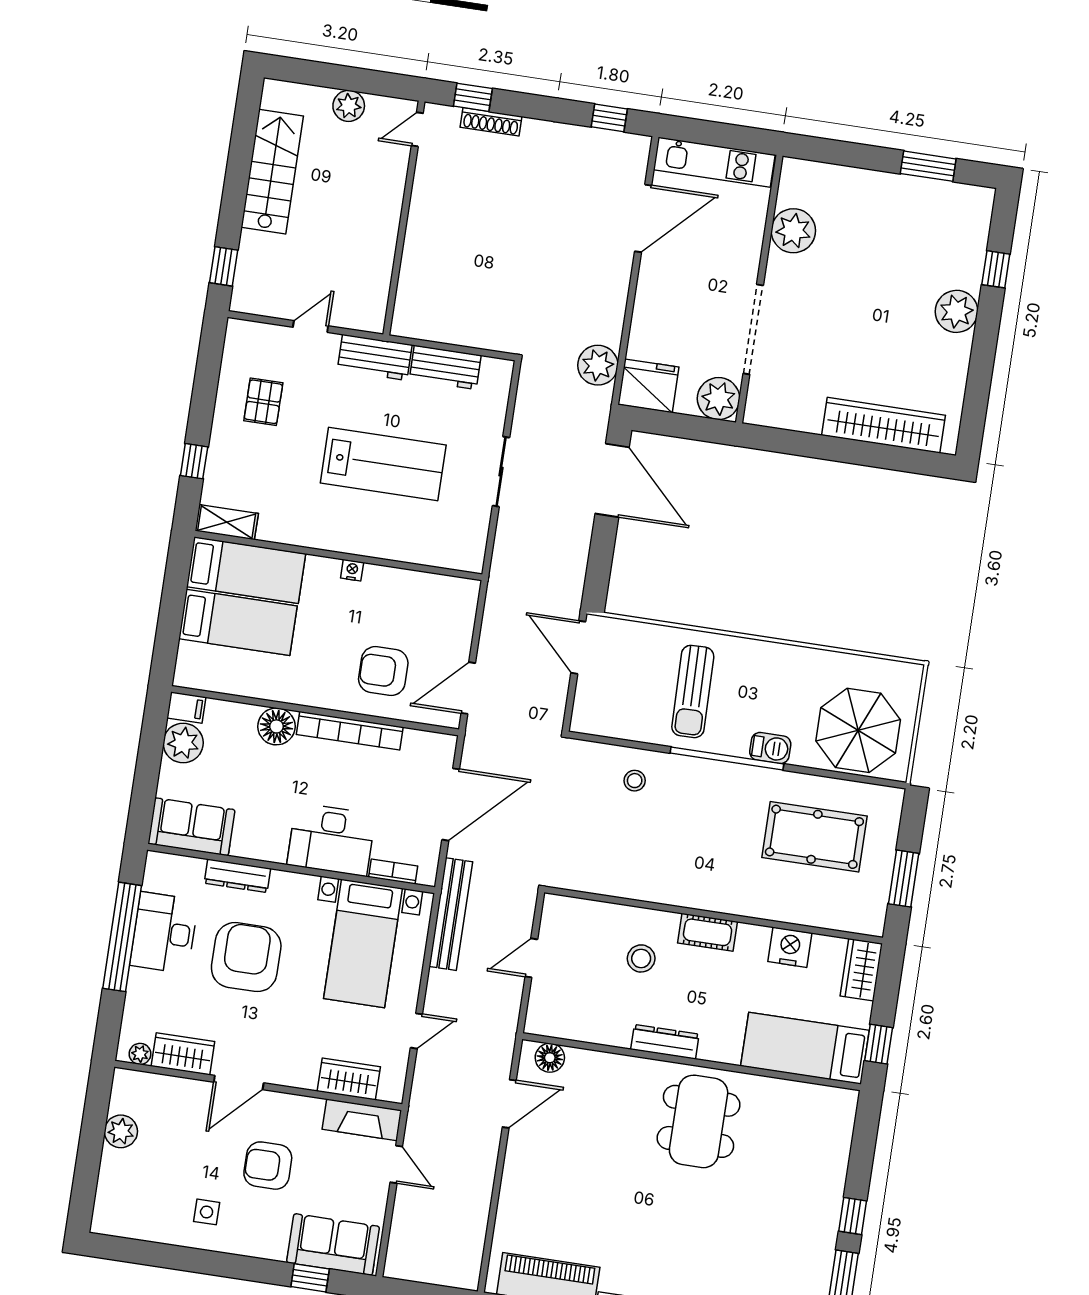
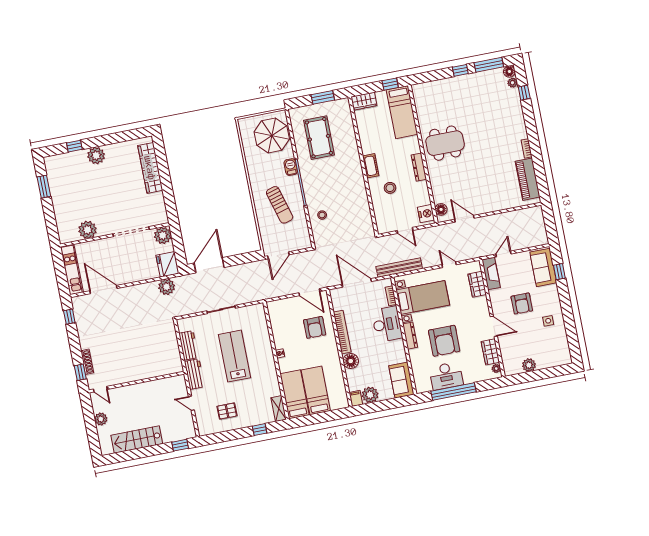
sun lounger: (693, 691) -> (280, 205), turned 75
dresser: (237, 876) -> (410, 336), moved
nightstand: (790, 947) -> (426, 214), moved, turned 180
armchair: (246, 957) -> (444, 341), turned -90

